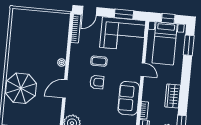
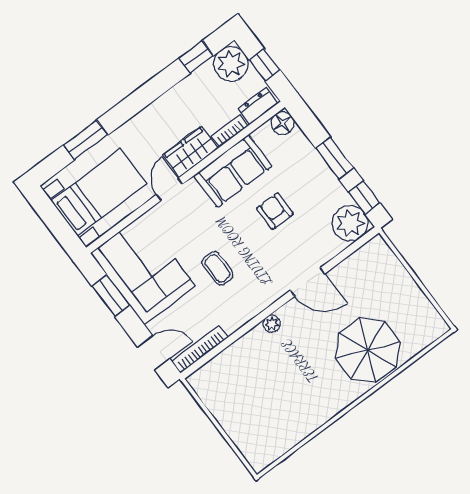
window: (168, 18) -> (56, 222), removed
window: (189, 45) -> (86, 140), moved
armchair: (97, 82) -> (275, 211), moved
wardrobe: (173, 96) -> (190, 152), moved, turned 180

